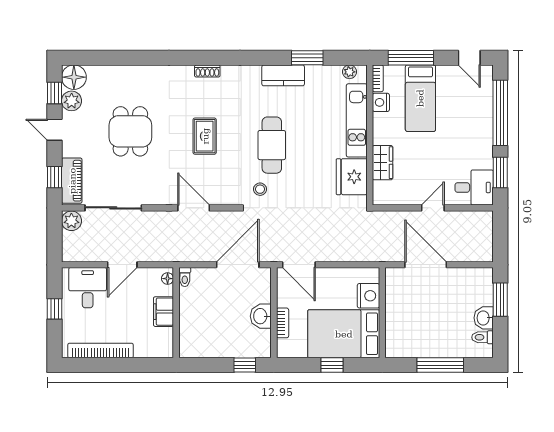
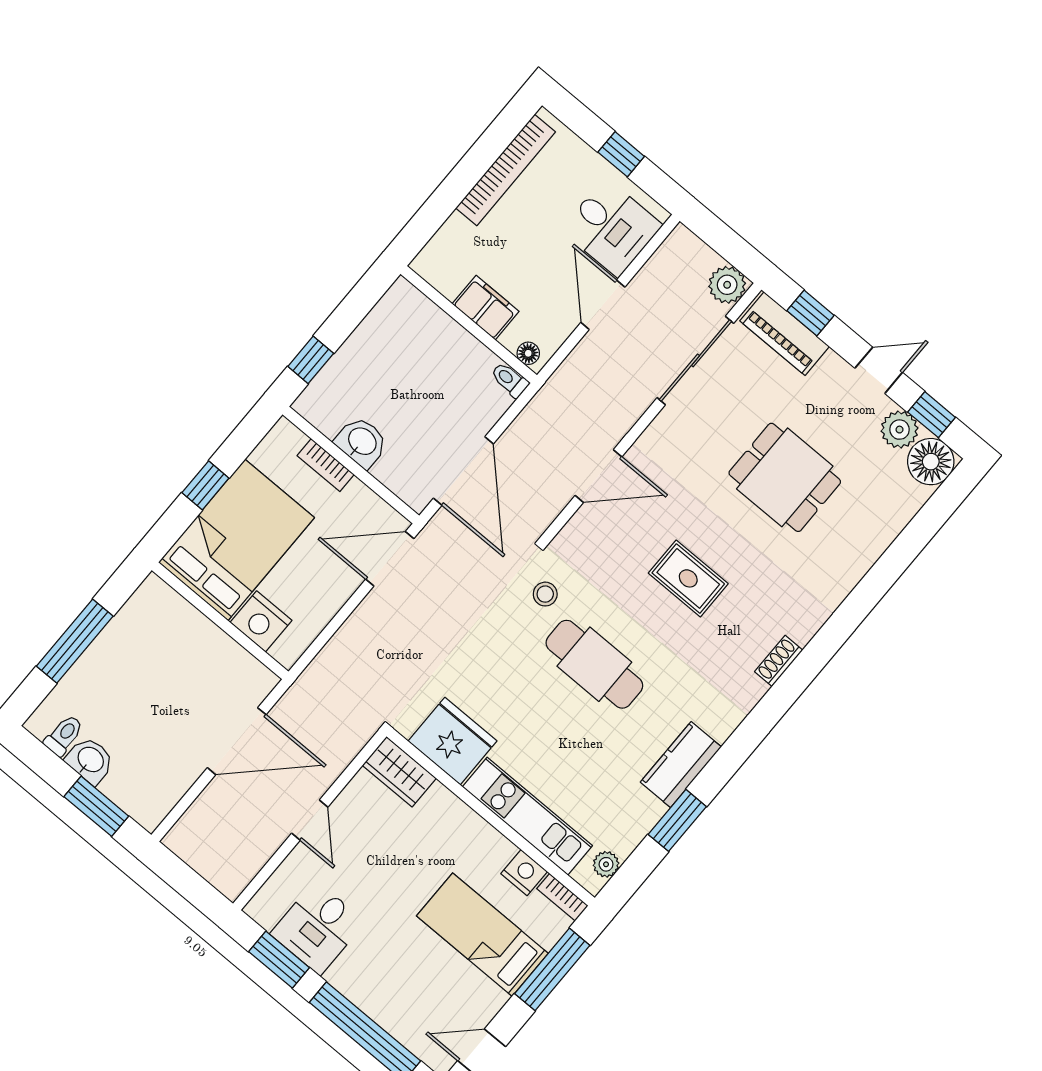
wardrobe: (382, 163) -> (399, 772), moved
desk: (474, 187) -> (318, 928), moved

